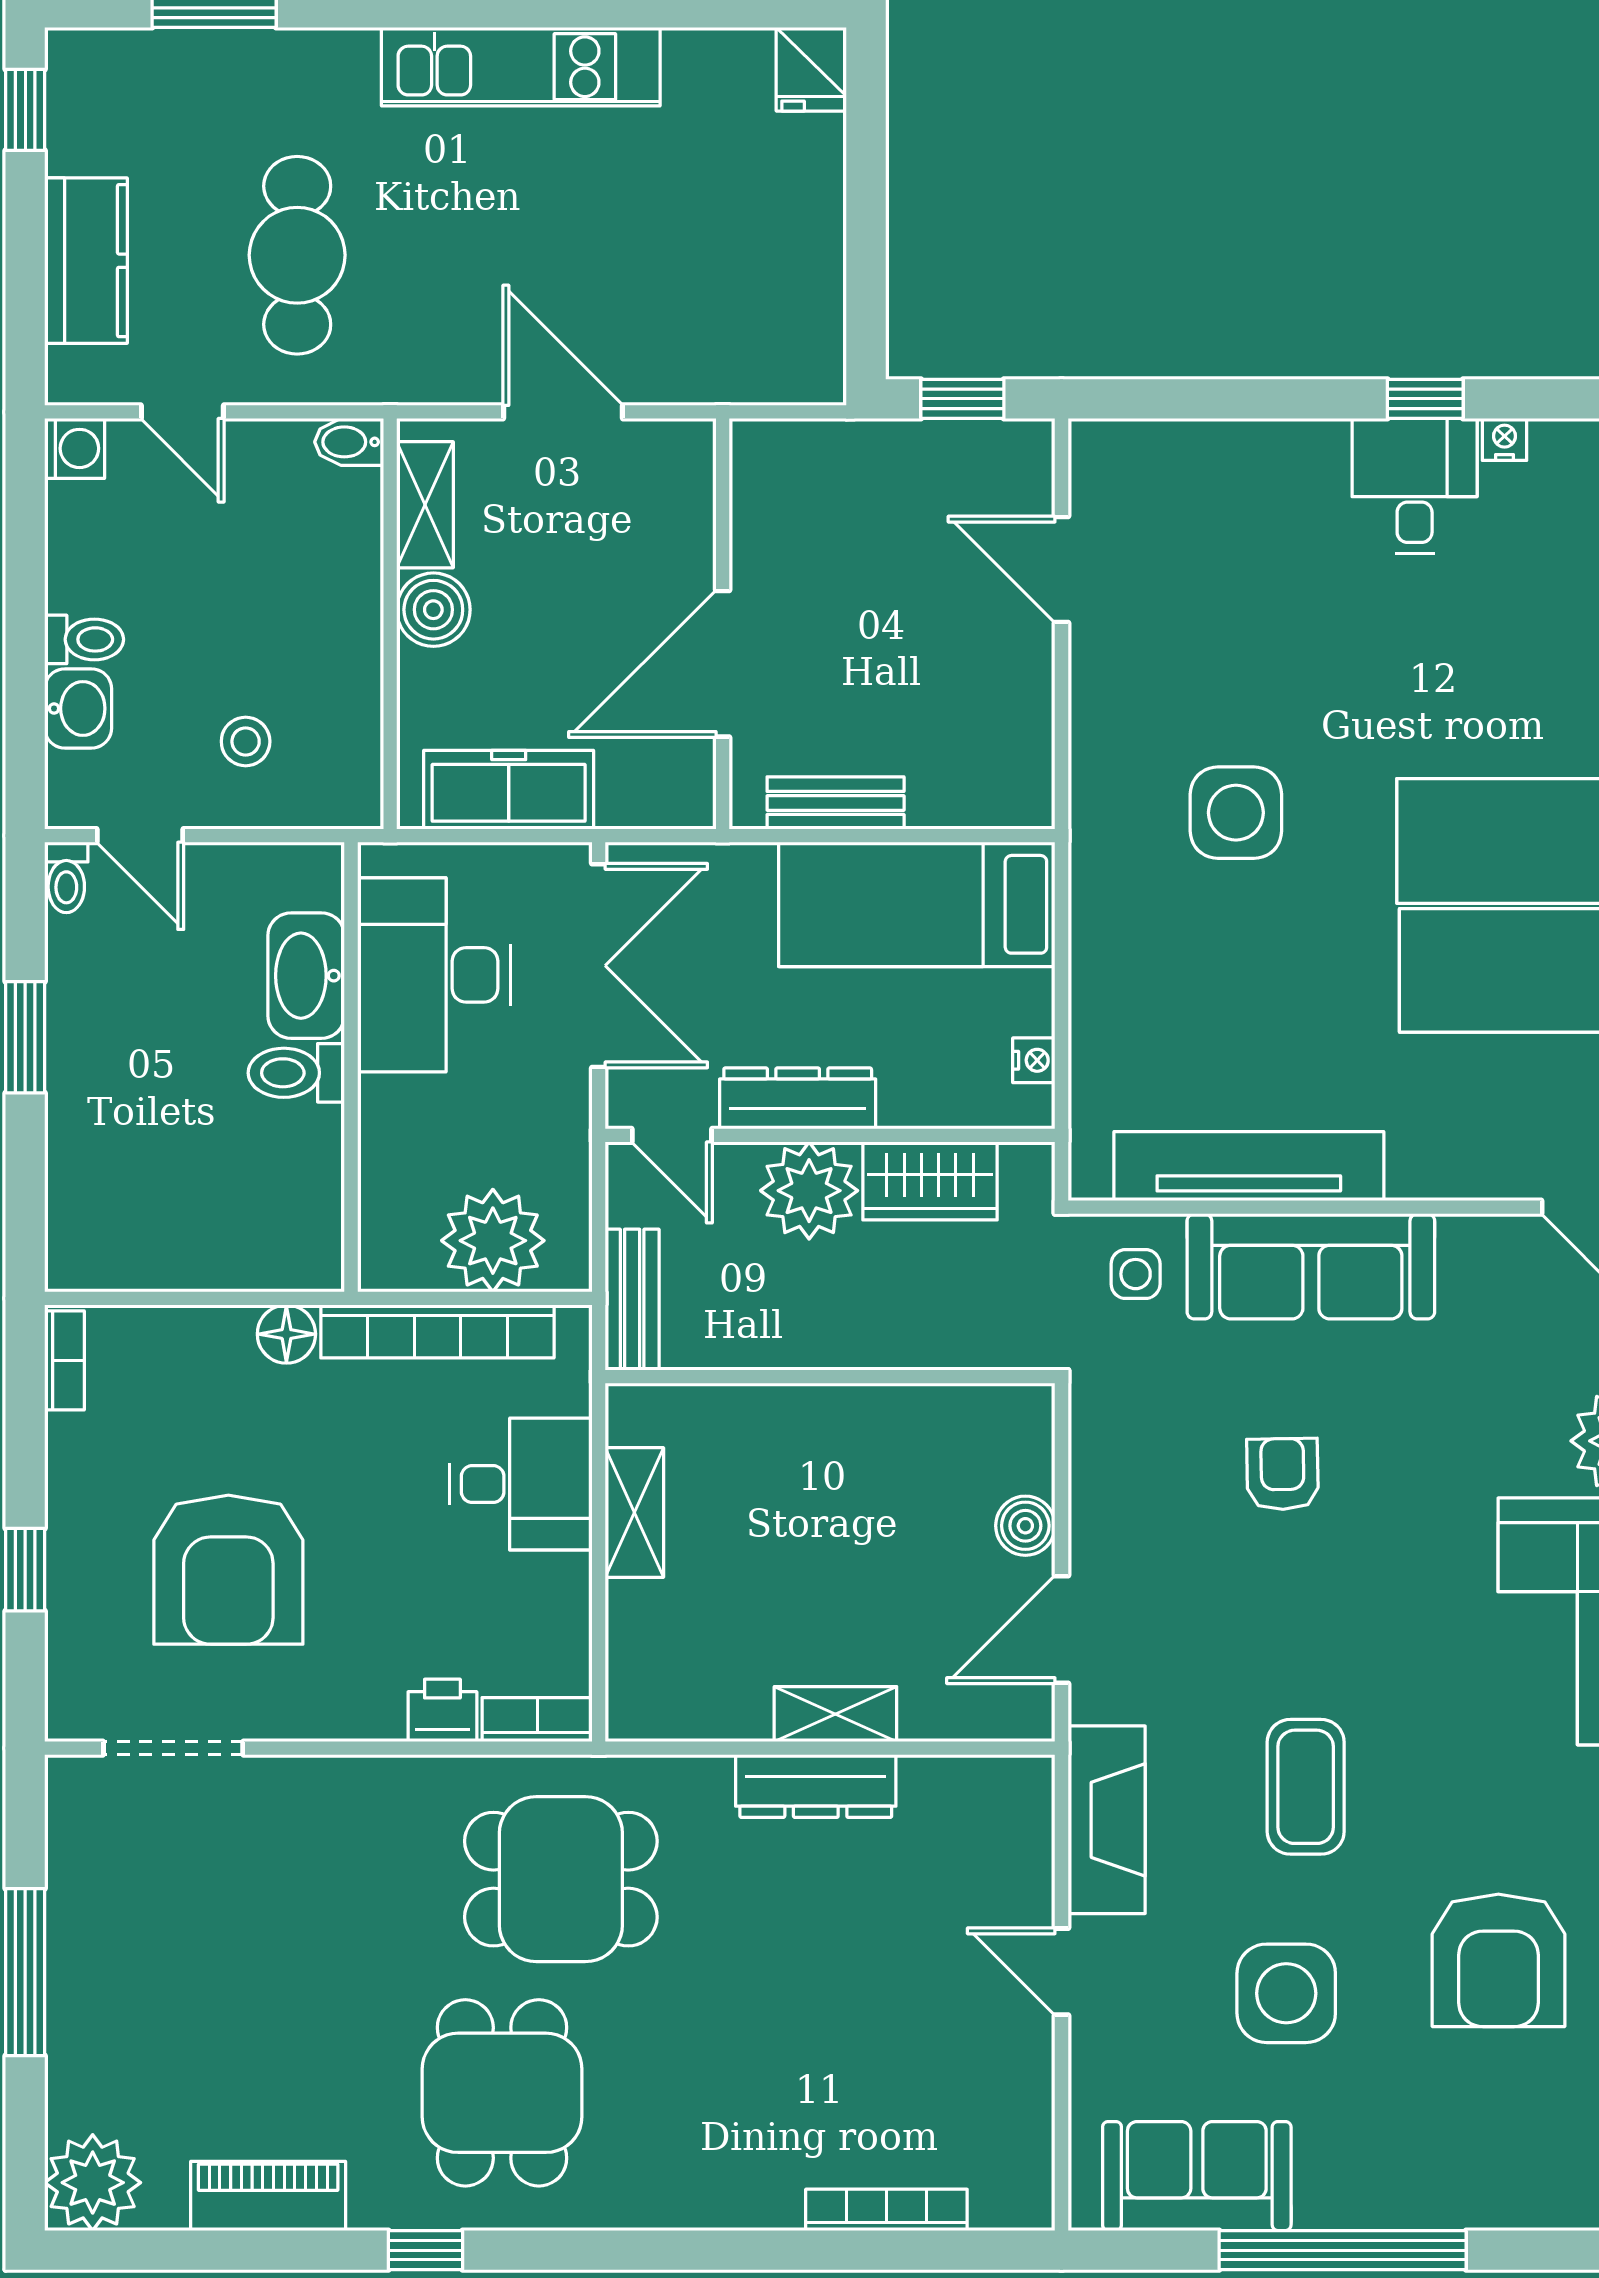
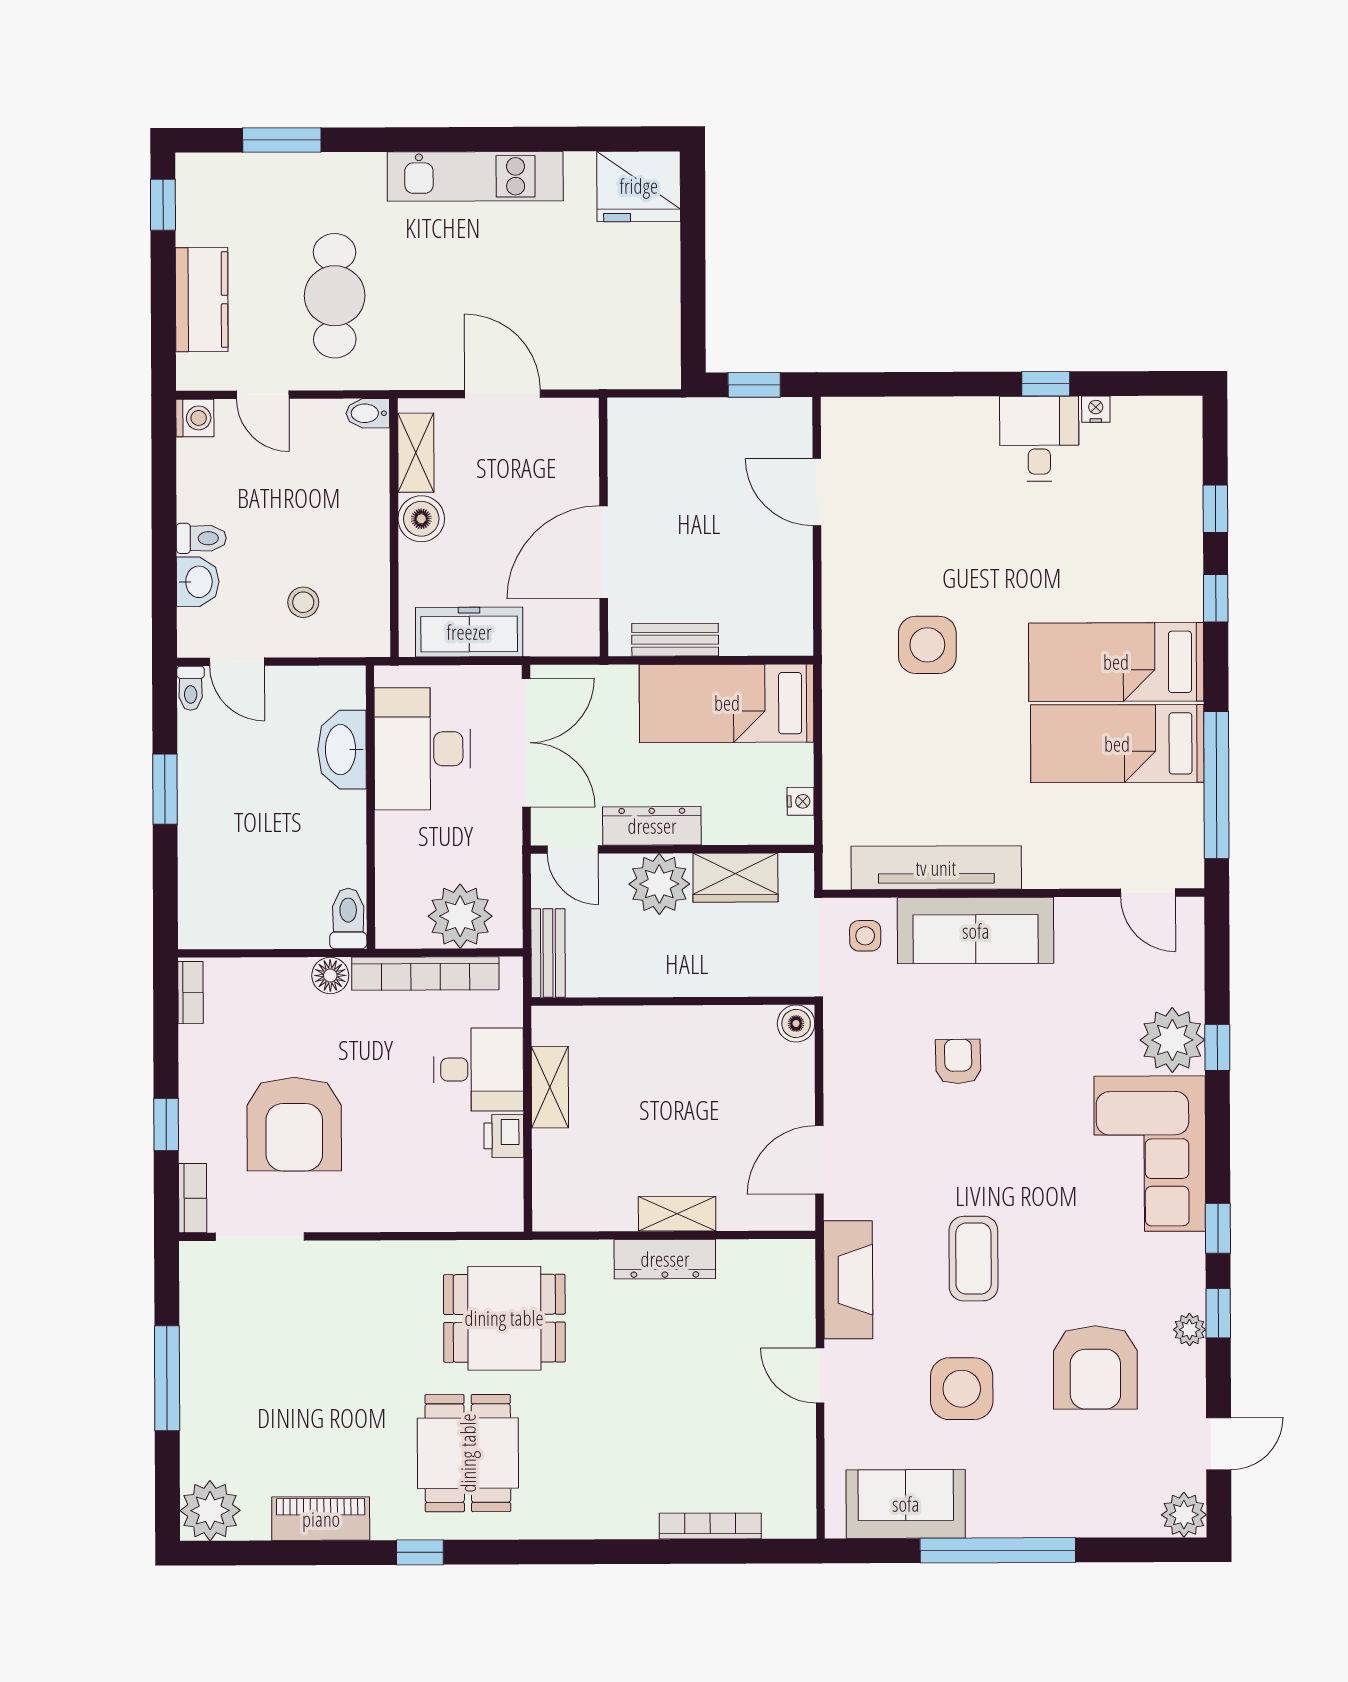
fridge: (811, 69) -> (639, 186), width x1.88, depth x1.34
toilet: (296, 1073) -> (348, 919), moved, turned 90
boiler: (1025, 1526) -> (796, 1023), moved
printer: (442, 1710) -> (504, 1136), moved, turned -90
bookcase: (537, 1720) -> (193, 1198), moved, turned 90

